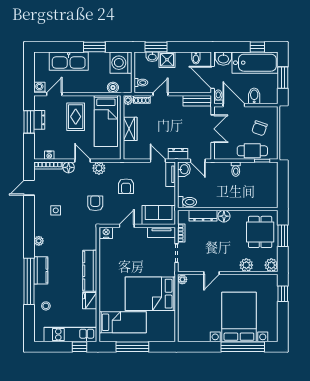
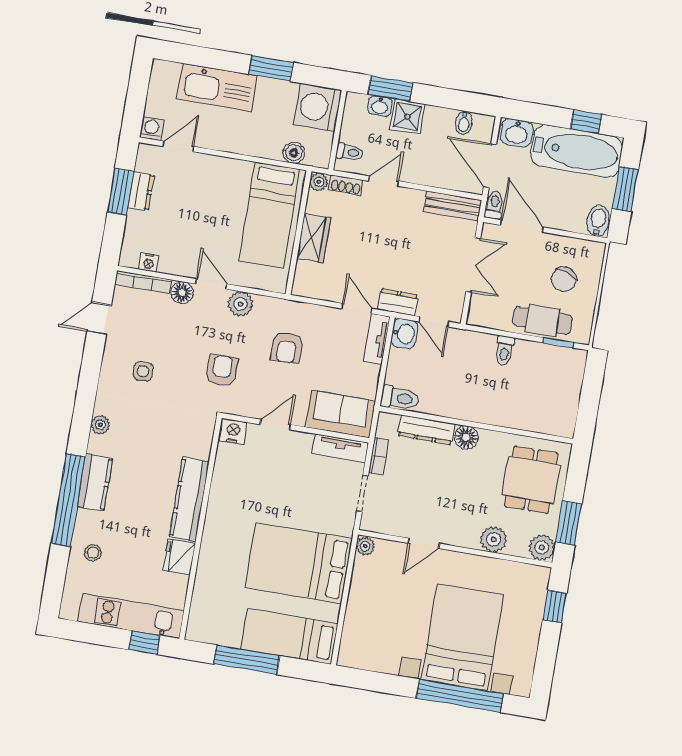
bidet: (254, 96) -> (598, 221), moved
rug: (76, 117) -> (212, 197), removed
window: (283, 236) -> (569, 523), moved
bed: (123, 322) -> (289, 636), moved, turned 180

